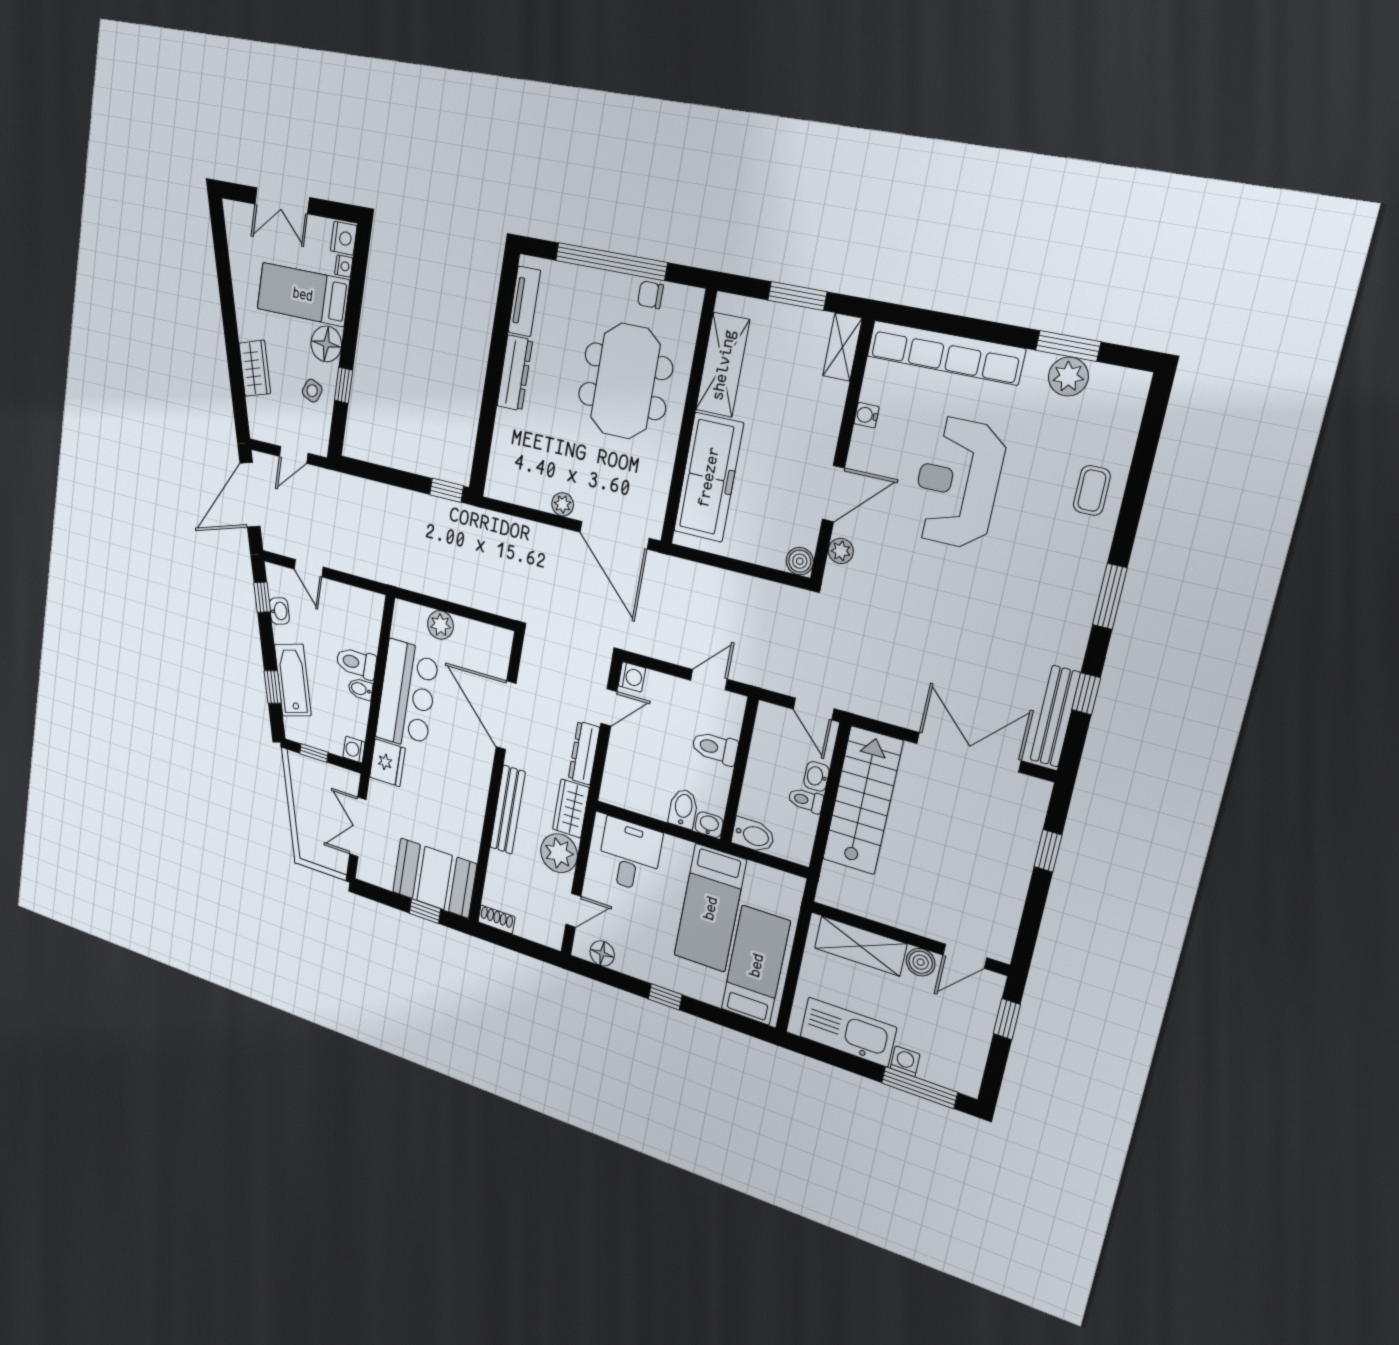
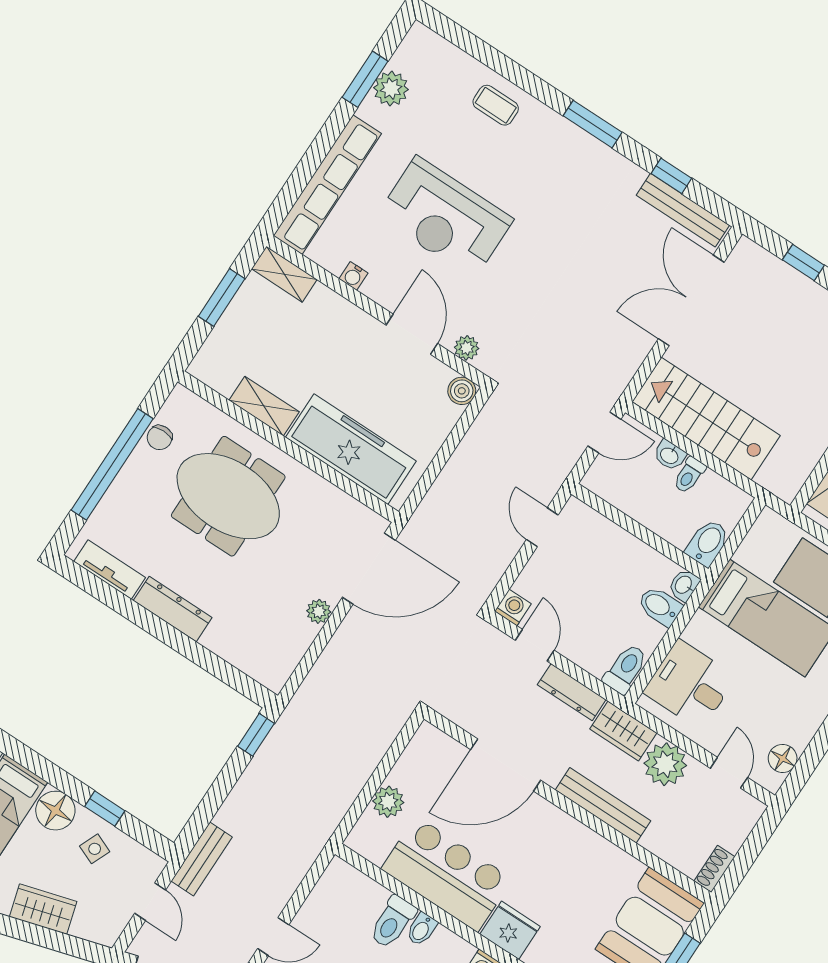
shelving: (723, 365) -> (264, 406), width x0.67, depth x0.75
bench: (339, 484) -> (202, 859), added
toilet: (715, 748) -> (625, 669), moved, turned 180

